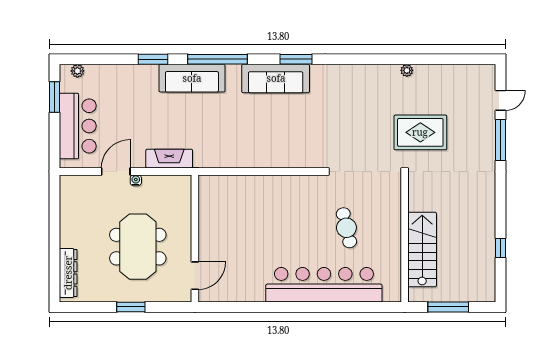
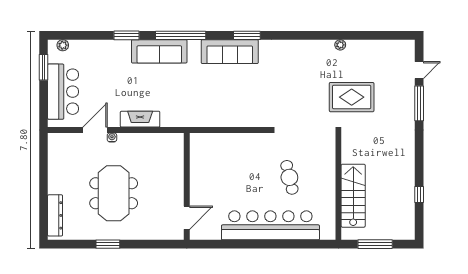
wall: (195, 238) -> (187, 186), moved
door: (195, 276) -> (187, 218), moved

